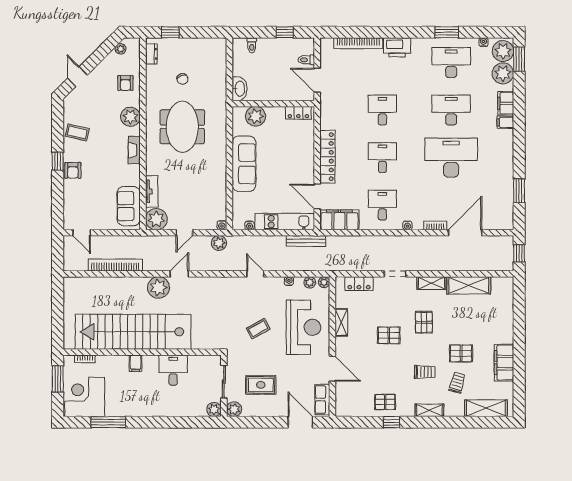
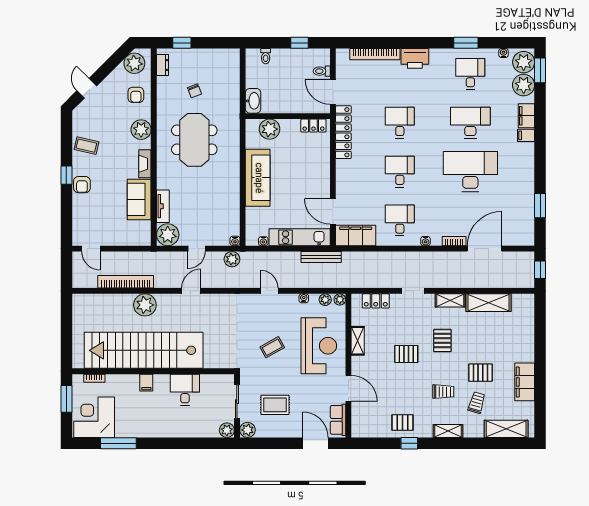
plant: (121, 49) -> (134, 63), width x1.88, depth x1.88
desk: (451, 63) -> (470, 74), width x0.73
locker: (327, 157) -> (343, 132), moved
sofa: (129, 206) -> (139, 199), moved
plant: (159, 288) -> (145, 305), moved

